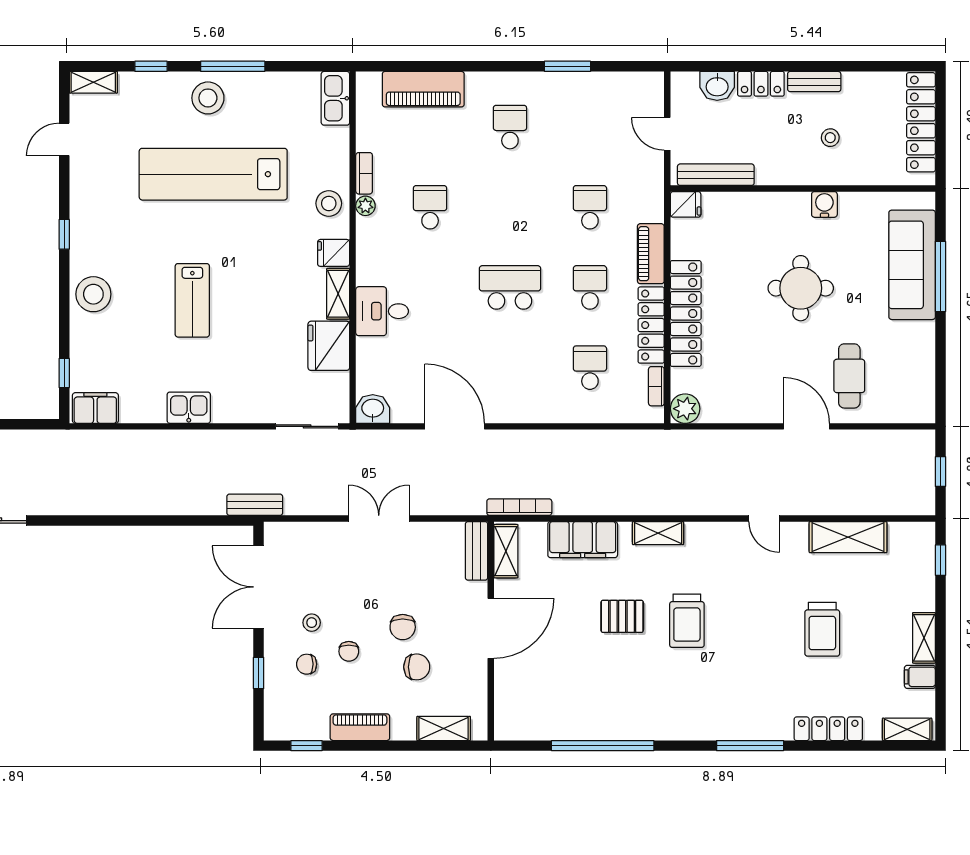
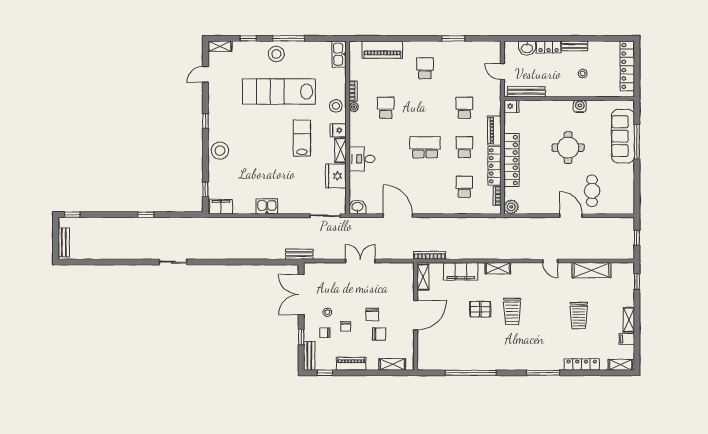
lab bench: (192, 300) -> (302, 138), moved, turned 180
bench: (477, 551) -> (309, 356), moved

